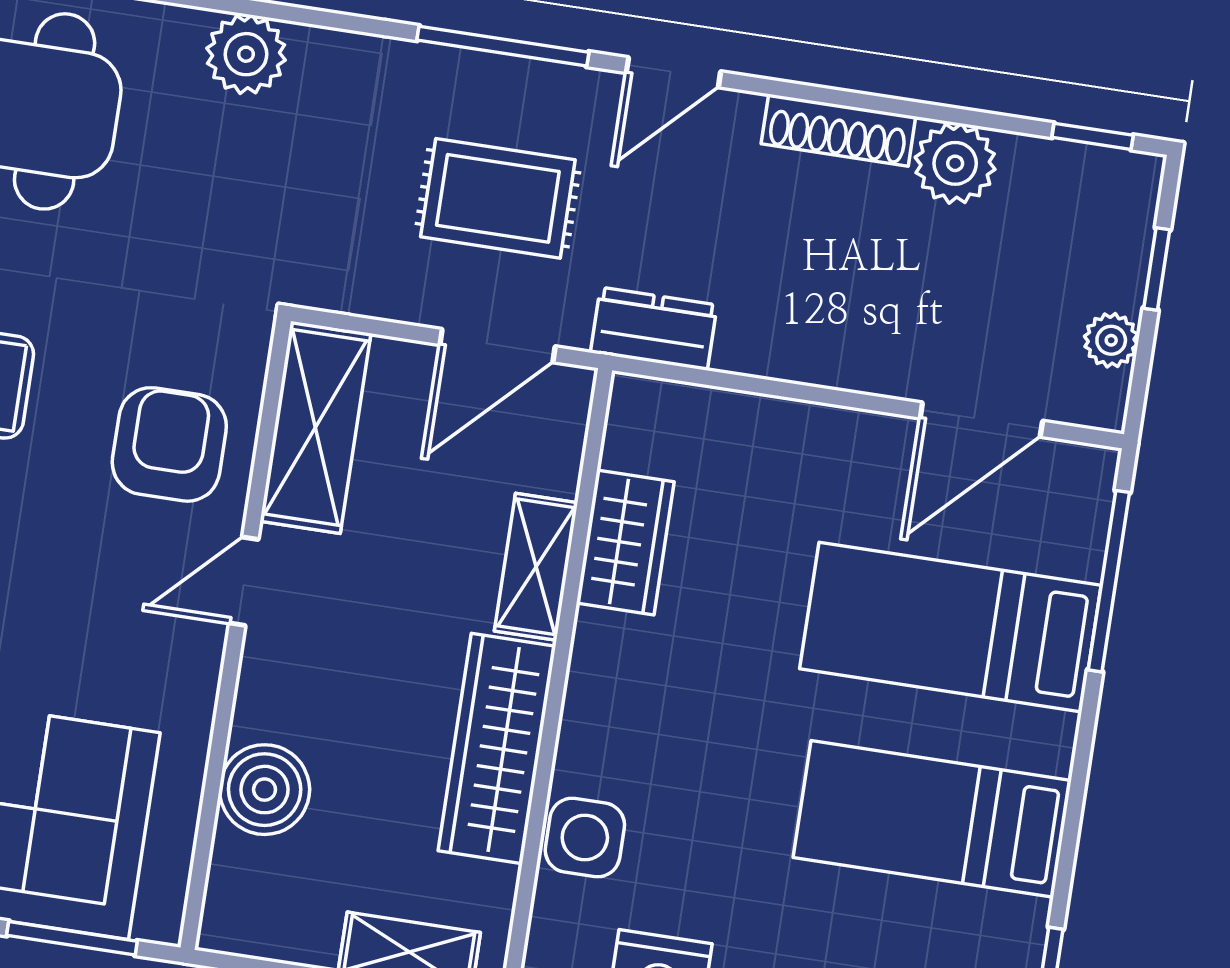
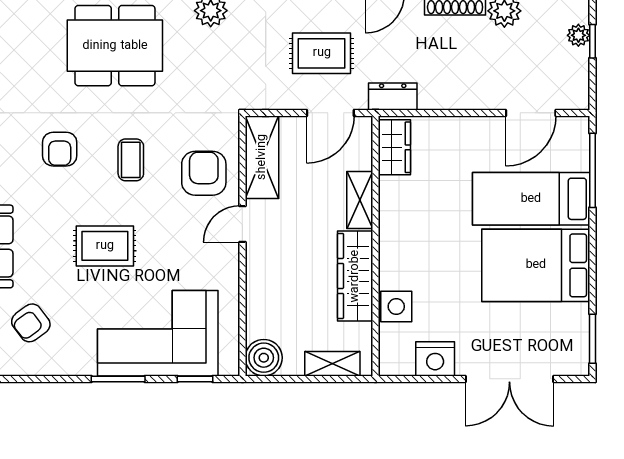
plant: (1111, 340) -> (578, 35), moved
wardrobe: (625, 542) -> (394, 147), moved
boiler: (265, 790) -> (264, 358), moved
bed: (932, 819) -> (536, 265), width x1.50
window: (72, 938) -> (195, 379), width x0.67

